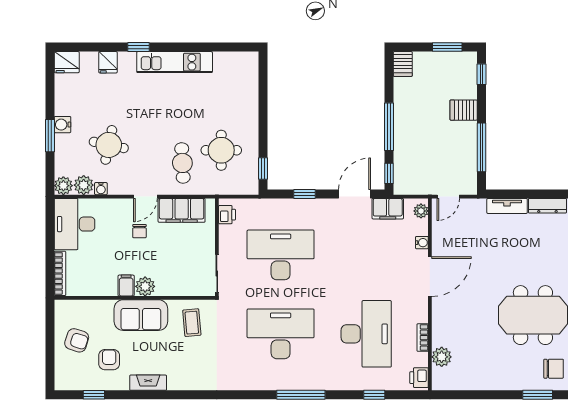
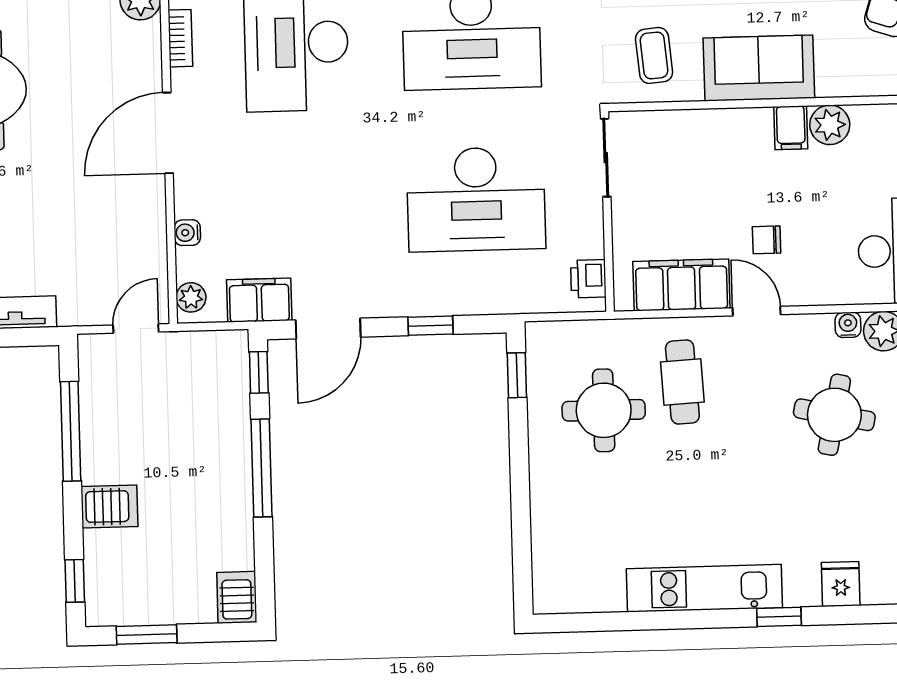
door: (145, 197) -> (757, 311), hinge flipped
chair: (139, 231) -> (767, 240), turned -90
door: (430, 277) -> (168, 133), moved
plant: (145, 286) -> (830, 125), moved

